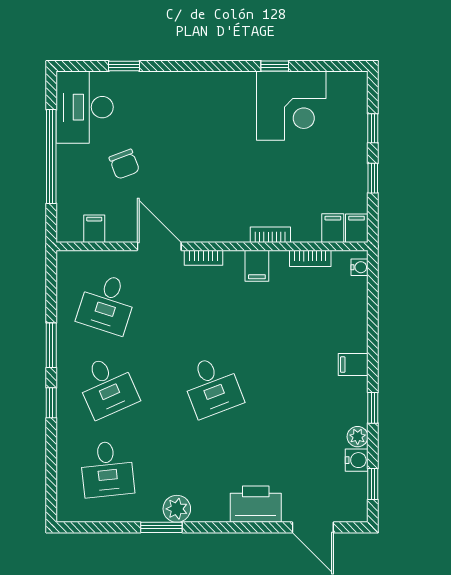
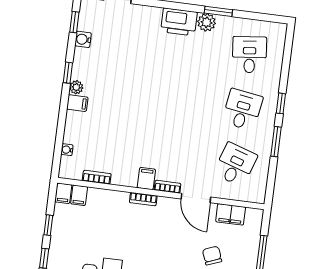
filing cabinet: (94, 229) -> (231, 214), width x2.00
bookcase: (270, 235) -> (143, 199), moved
filing cabinet: (257, 266) -> (146, 179), moved
water cooler: (360, 267) -> (67, 150), moved
desk: (107, 386) -> (242, 110), turned 33
desk: (212, 386) -> (173, 101), removed
plant: (358, 437) -> (76, 87), moved
printer: (256, 504) -> (179, 22), moved

